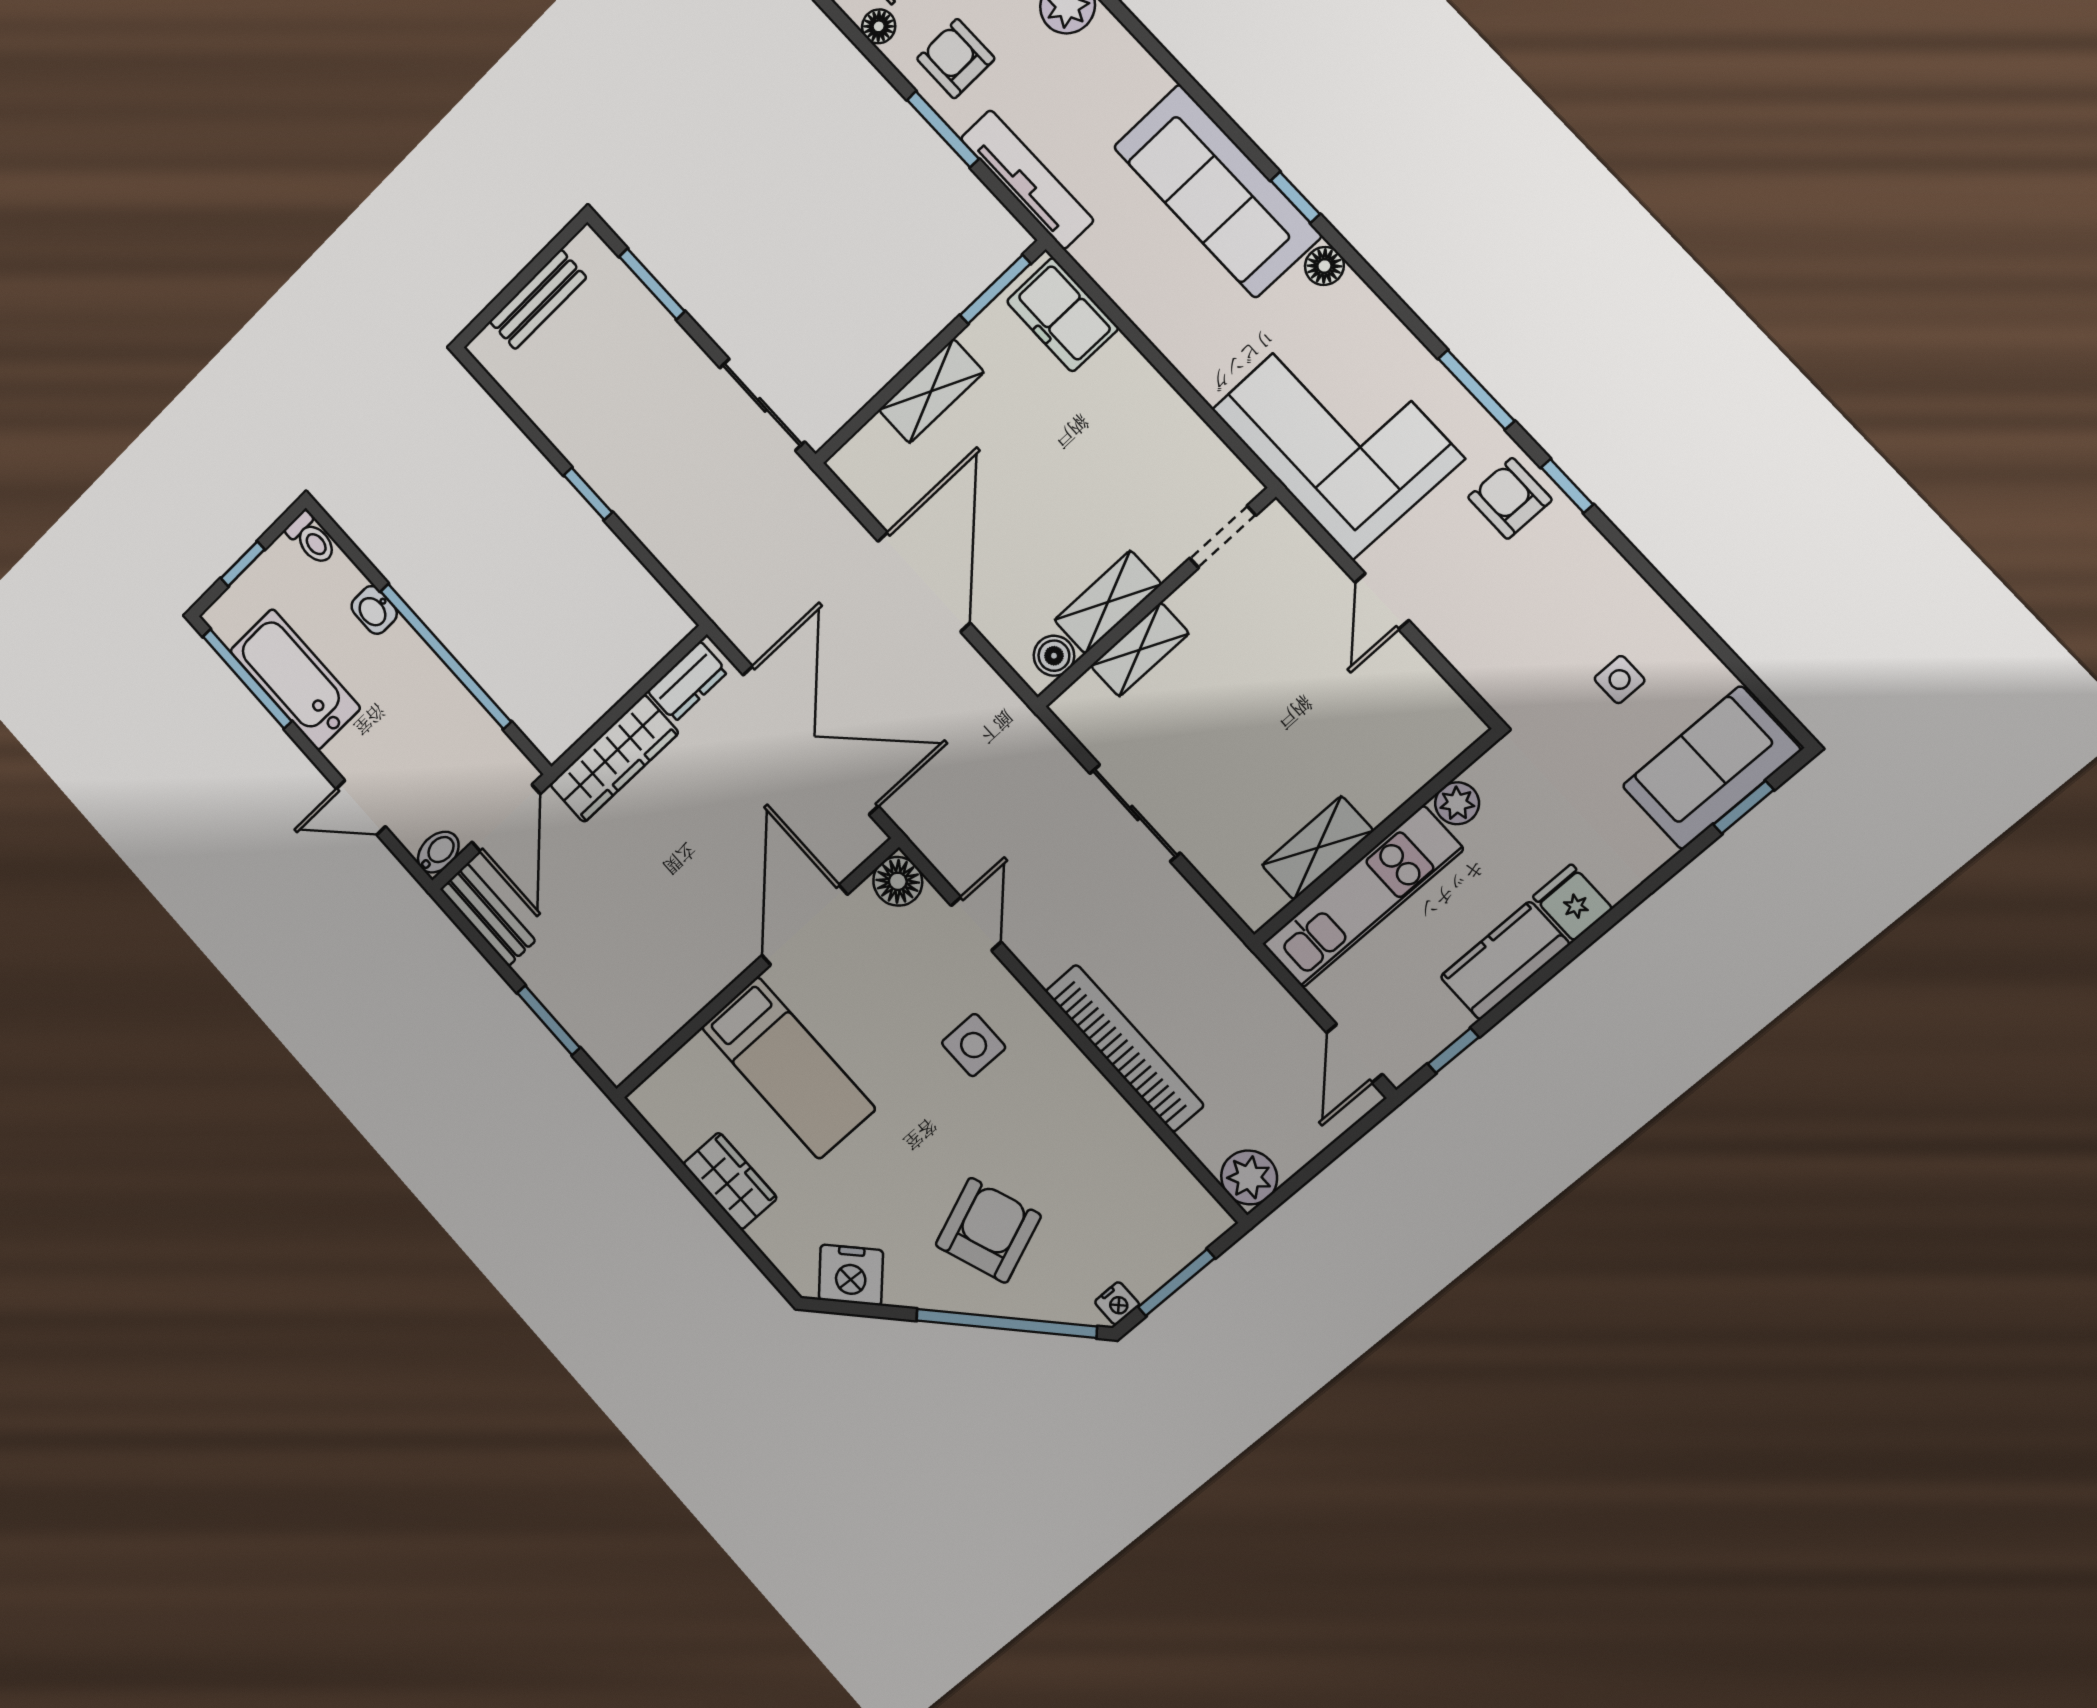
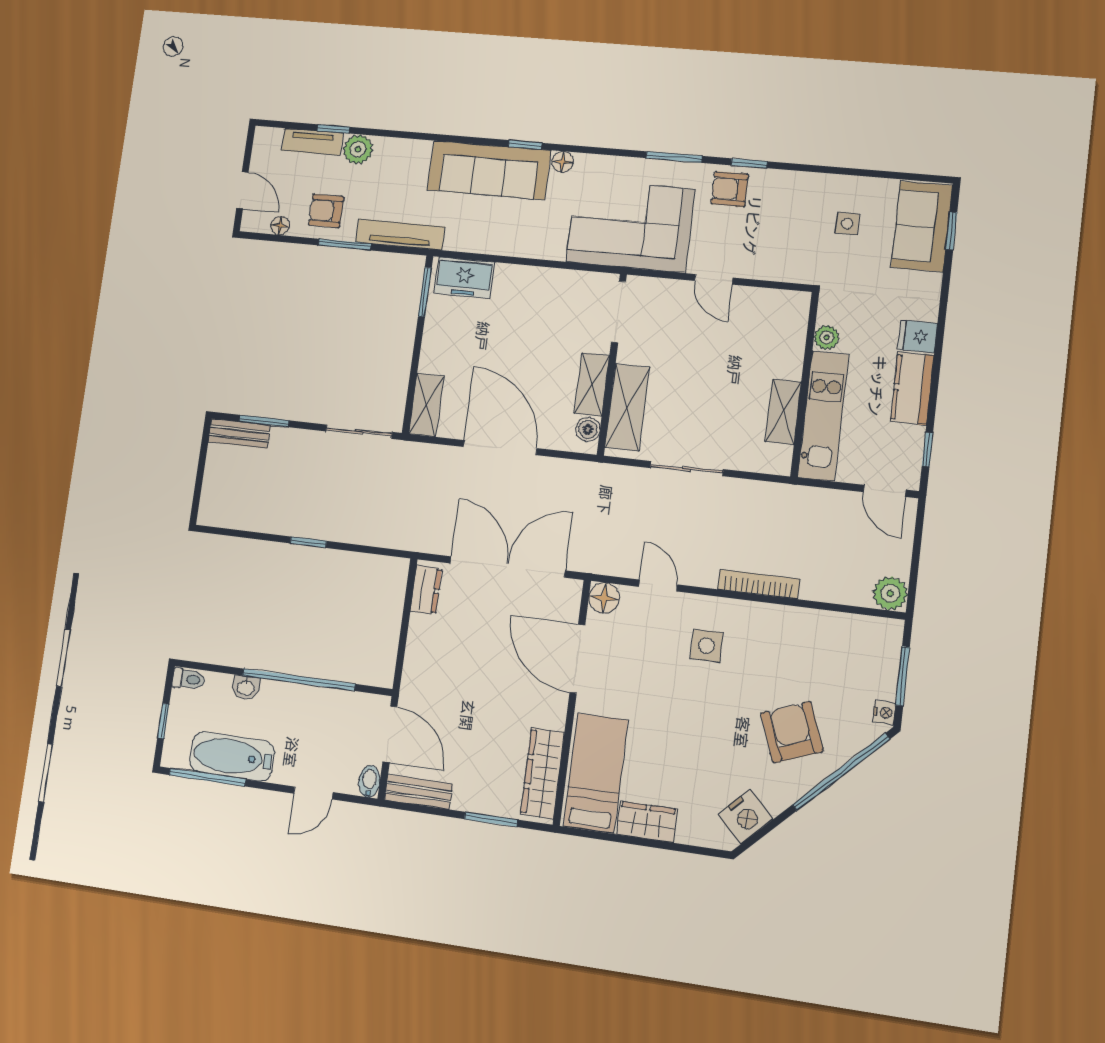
bench: (538, 300) -> (239, 434), moved, turned 90
shelving: (931, 391) -> (426, 405), moved
doorway: (1223, 537) -> (619, 312), width x1.38
shelving: (1140, 650) -> (627, 407), width x1.50, depth x1.33
wardrobe: (614, 759) -> (542, 773), moved, turned 180
bookcase: (1125, 1048) -> (759, 584), width x0.68, depth x0.76
bed: (788, 1068) -> (596, 773), moved, turned -90

